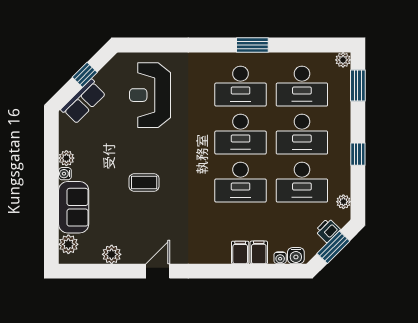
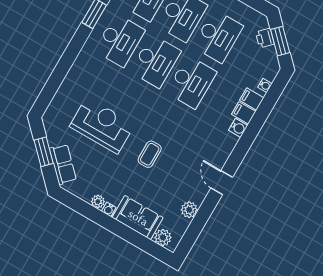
window: (85, 75) -> (44, 152), width x1.50
reception desk: (150, 95) -> (102, 125), moved, turned 180
plant: (343, 202) -> (251, 14), removed
water cooler: (296, 256) -> (238, 128), moved

